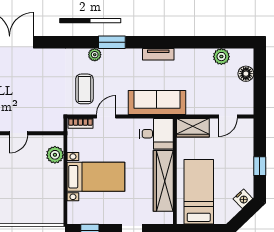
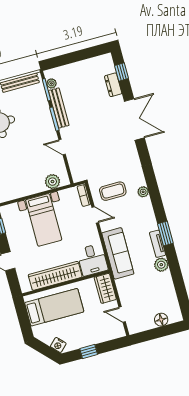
window: (112, 42) -> (165, 234), moved
plant: (221, 57) -> (161, 265), moved

